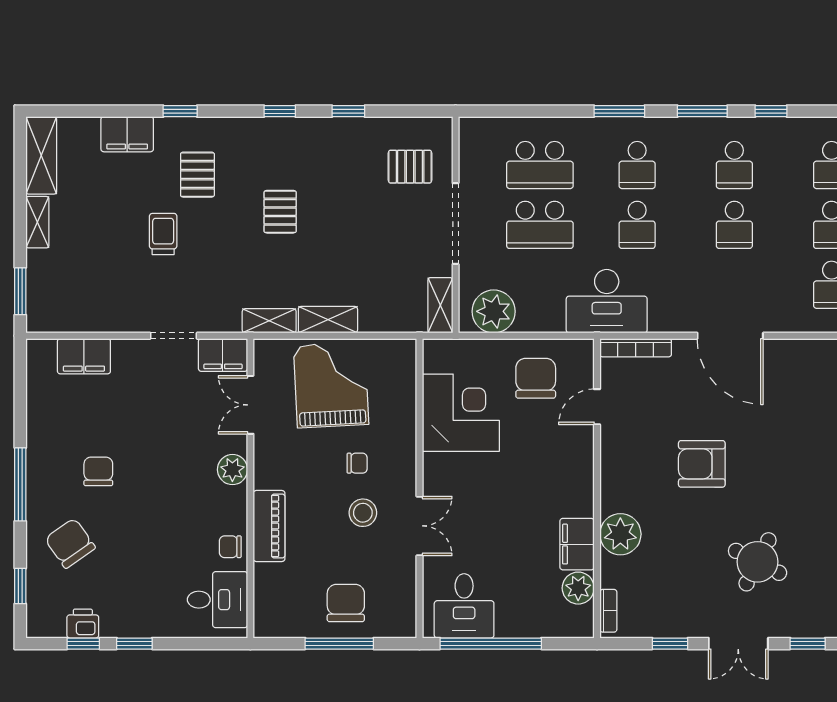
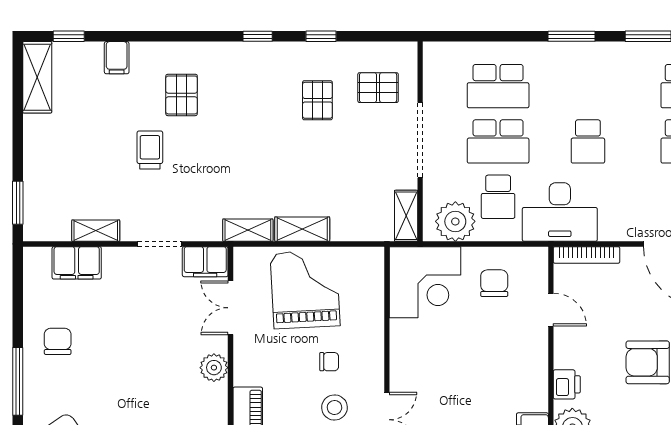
window: (180, 111) -> (69, 36), moved
filing cabinet: (127, 134) -> (117, 58), width x0.50
school desk: (637, 165) -> (498, 197), moved
pallet: (280, 212) -> (317, 100), moved
shelving: (37, 222) -> (96, 231), moved, turned 90
chair: (536, 378) -> (494, 283), width x0.73, depth x0.73
door: (597, 407) -> (551, 310), swing flipped
corner desk: (461, 413) -> (425, 282), moved, turned 90
chair: (98, 471) -> (58, 341), moved
printer: (614, 488) -> (567, 384), added

